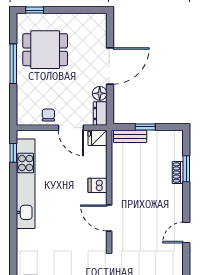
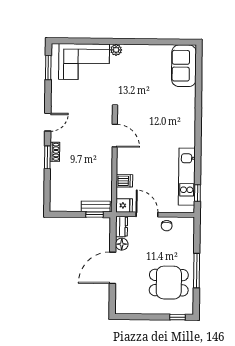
window: (145, 127) -> (95, 215), moved
window: (186, 169) -> (47, 157), moved
shoe rack: (178, 173) -> (55, 152), moved
kitchen unit: (26, 184) -> (187, 177), width x0.73
dishwasher: (97, 185) -> (124, 181), moved

